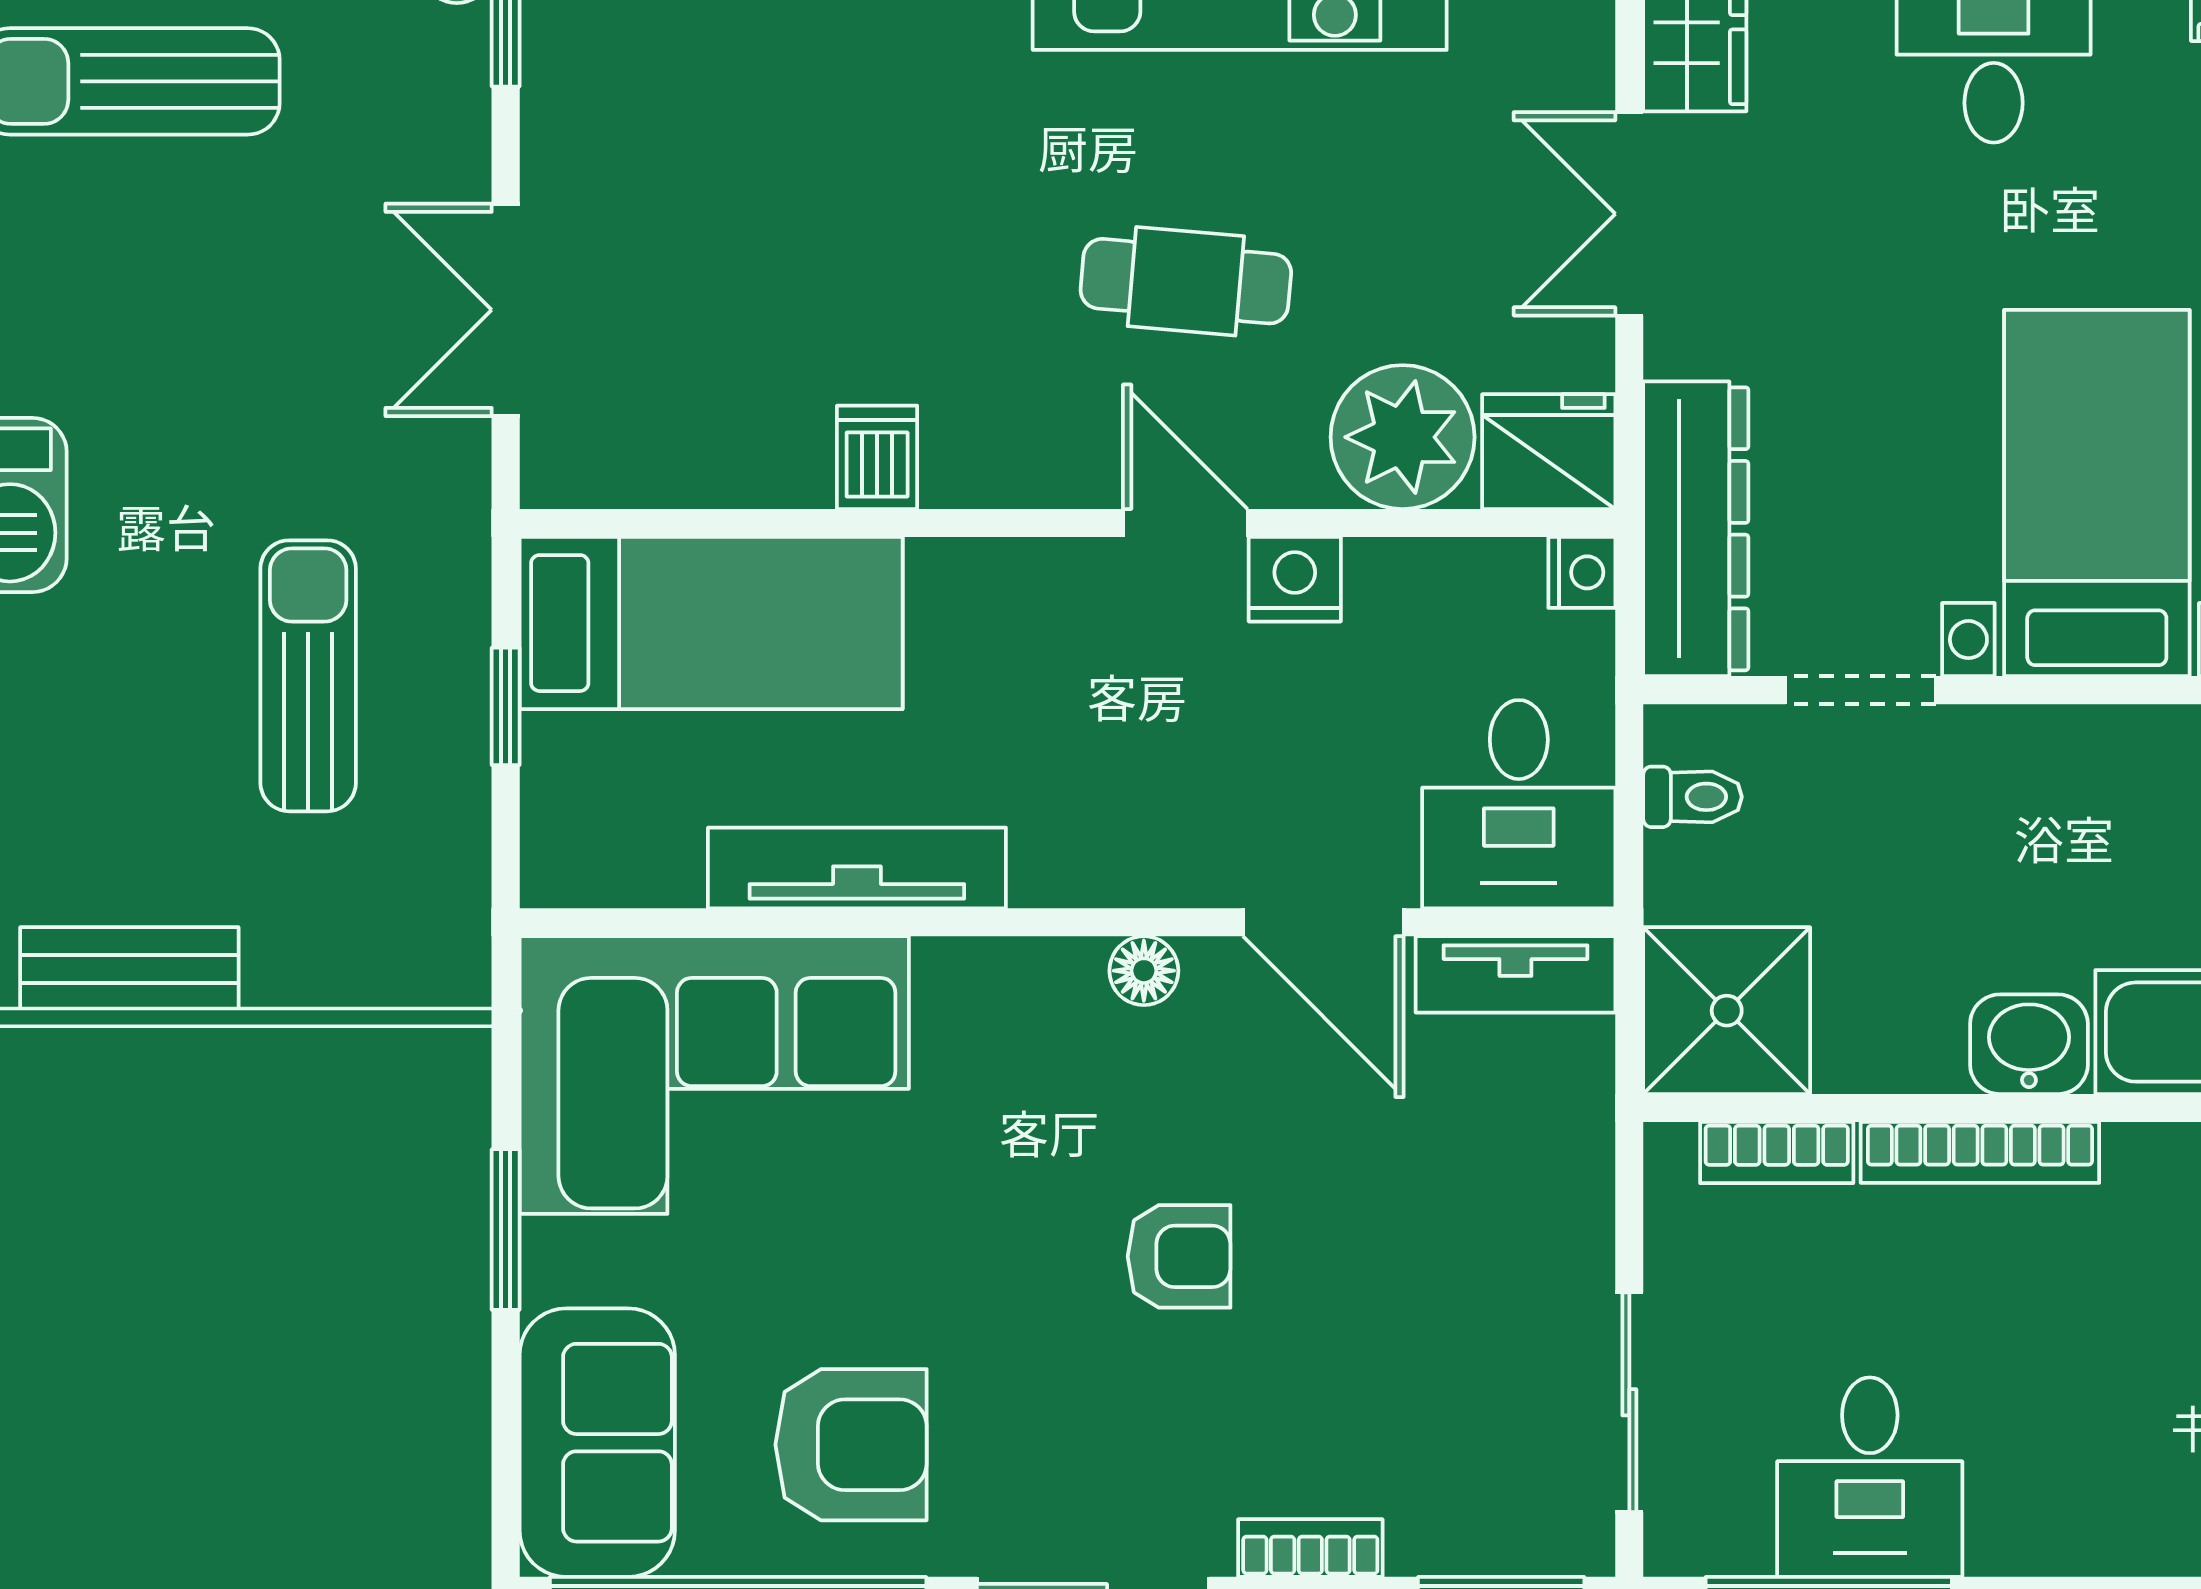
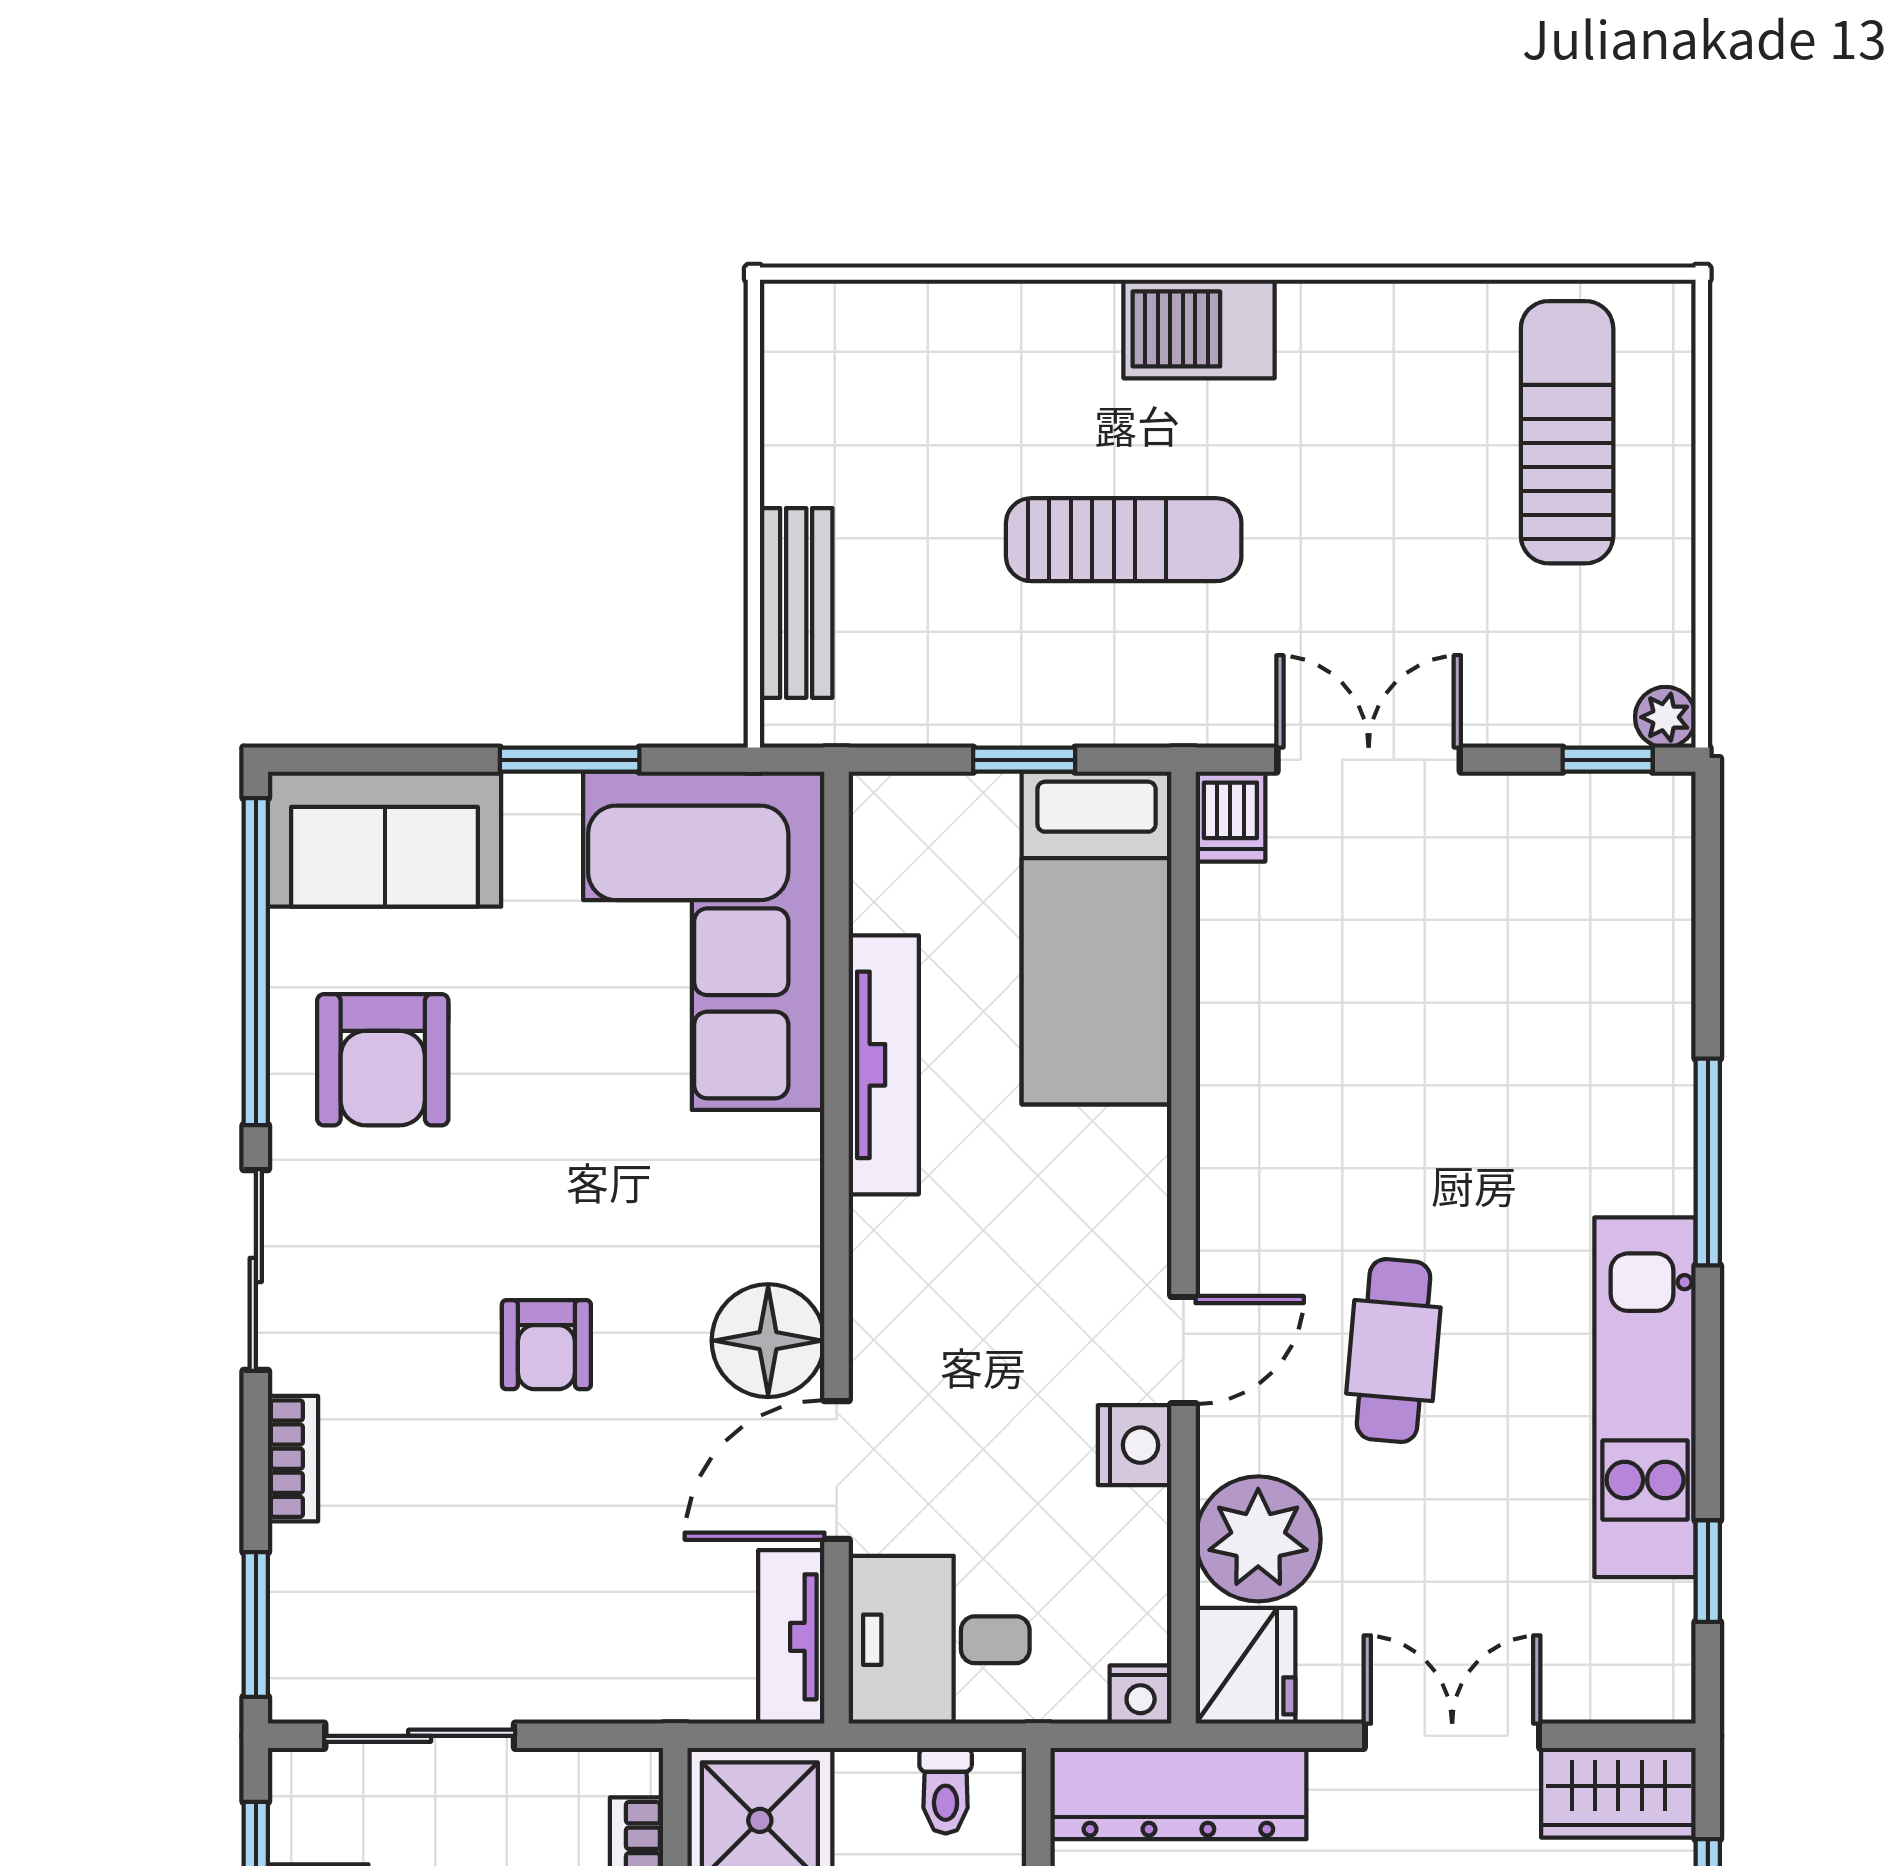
dishwasher: (877, 457) -> (1230, 817), moved, turned 90
sun lounger: (308, 676) -> (1124, 540), moved
bench: (129, 969) -> (796, 603), moved
floor lamp: (1144, 971) -> (768, 1341), width x1.89, depth x1.89

